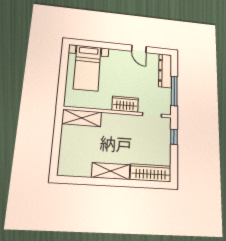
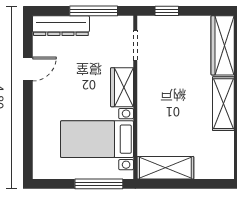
bed with nightstands: (87, 68) -> (97, 139), moved, turned 180
window: (62, 84) -> (99, 184), added
shelving: (82, 118) -> (165, 168), moved, turned 90

